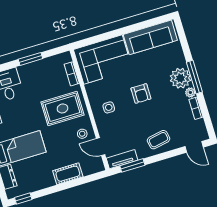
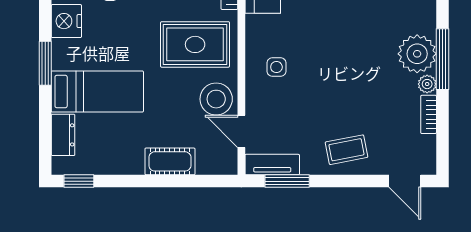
armchair: (141, 93) -> (340, 60), removed
stool: (82, 134) -> (216, 99), width x1.89, depth x1.89

